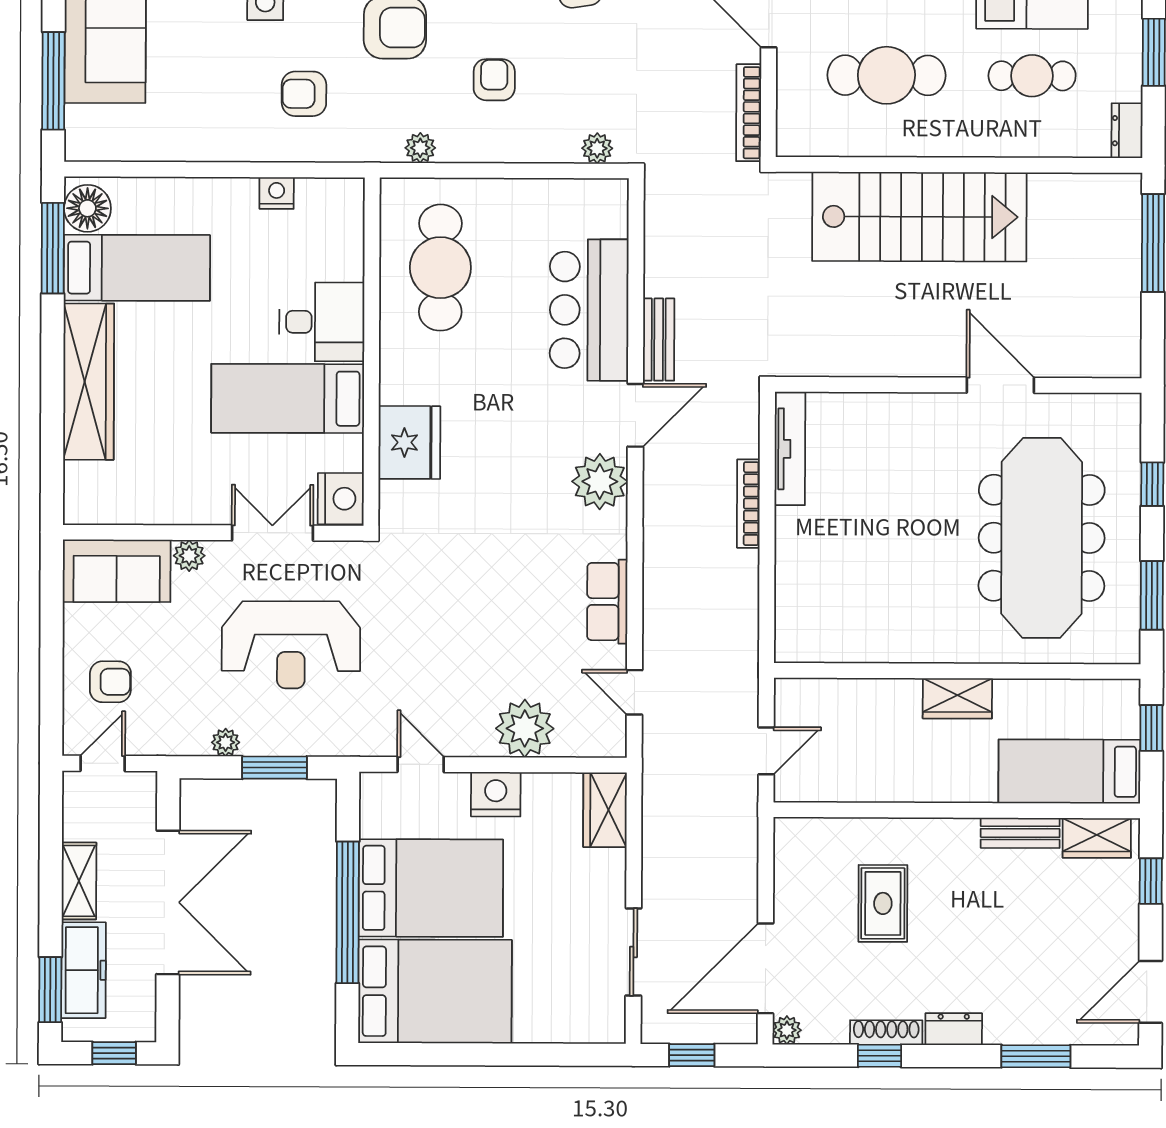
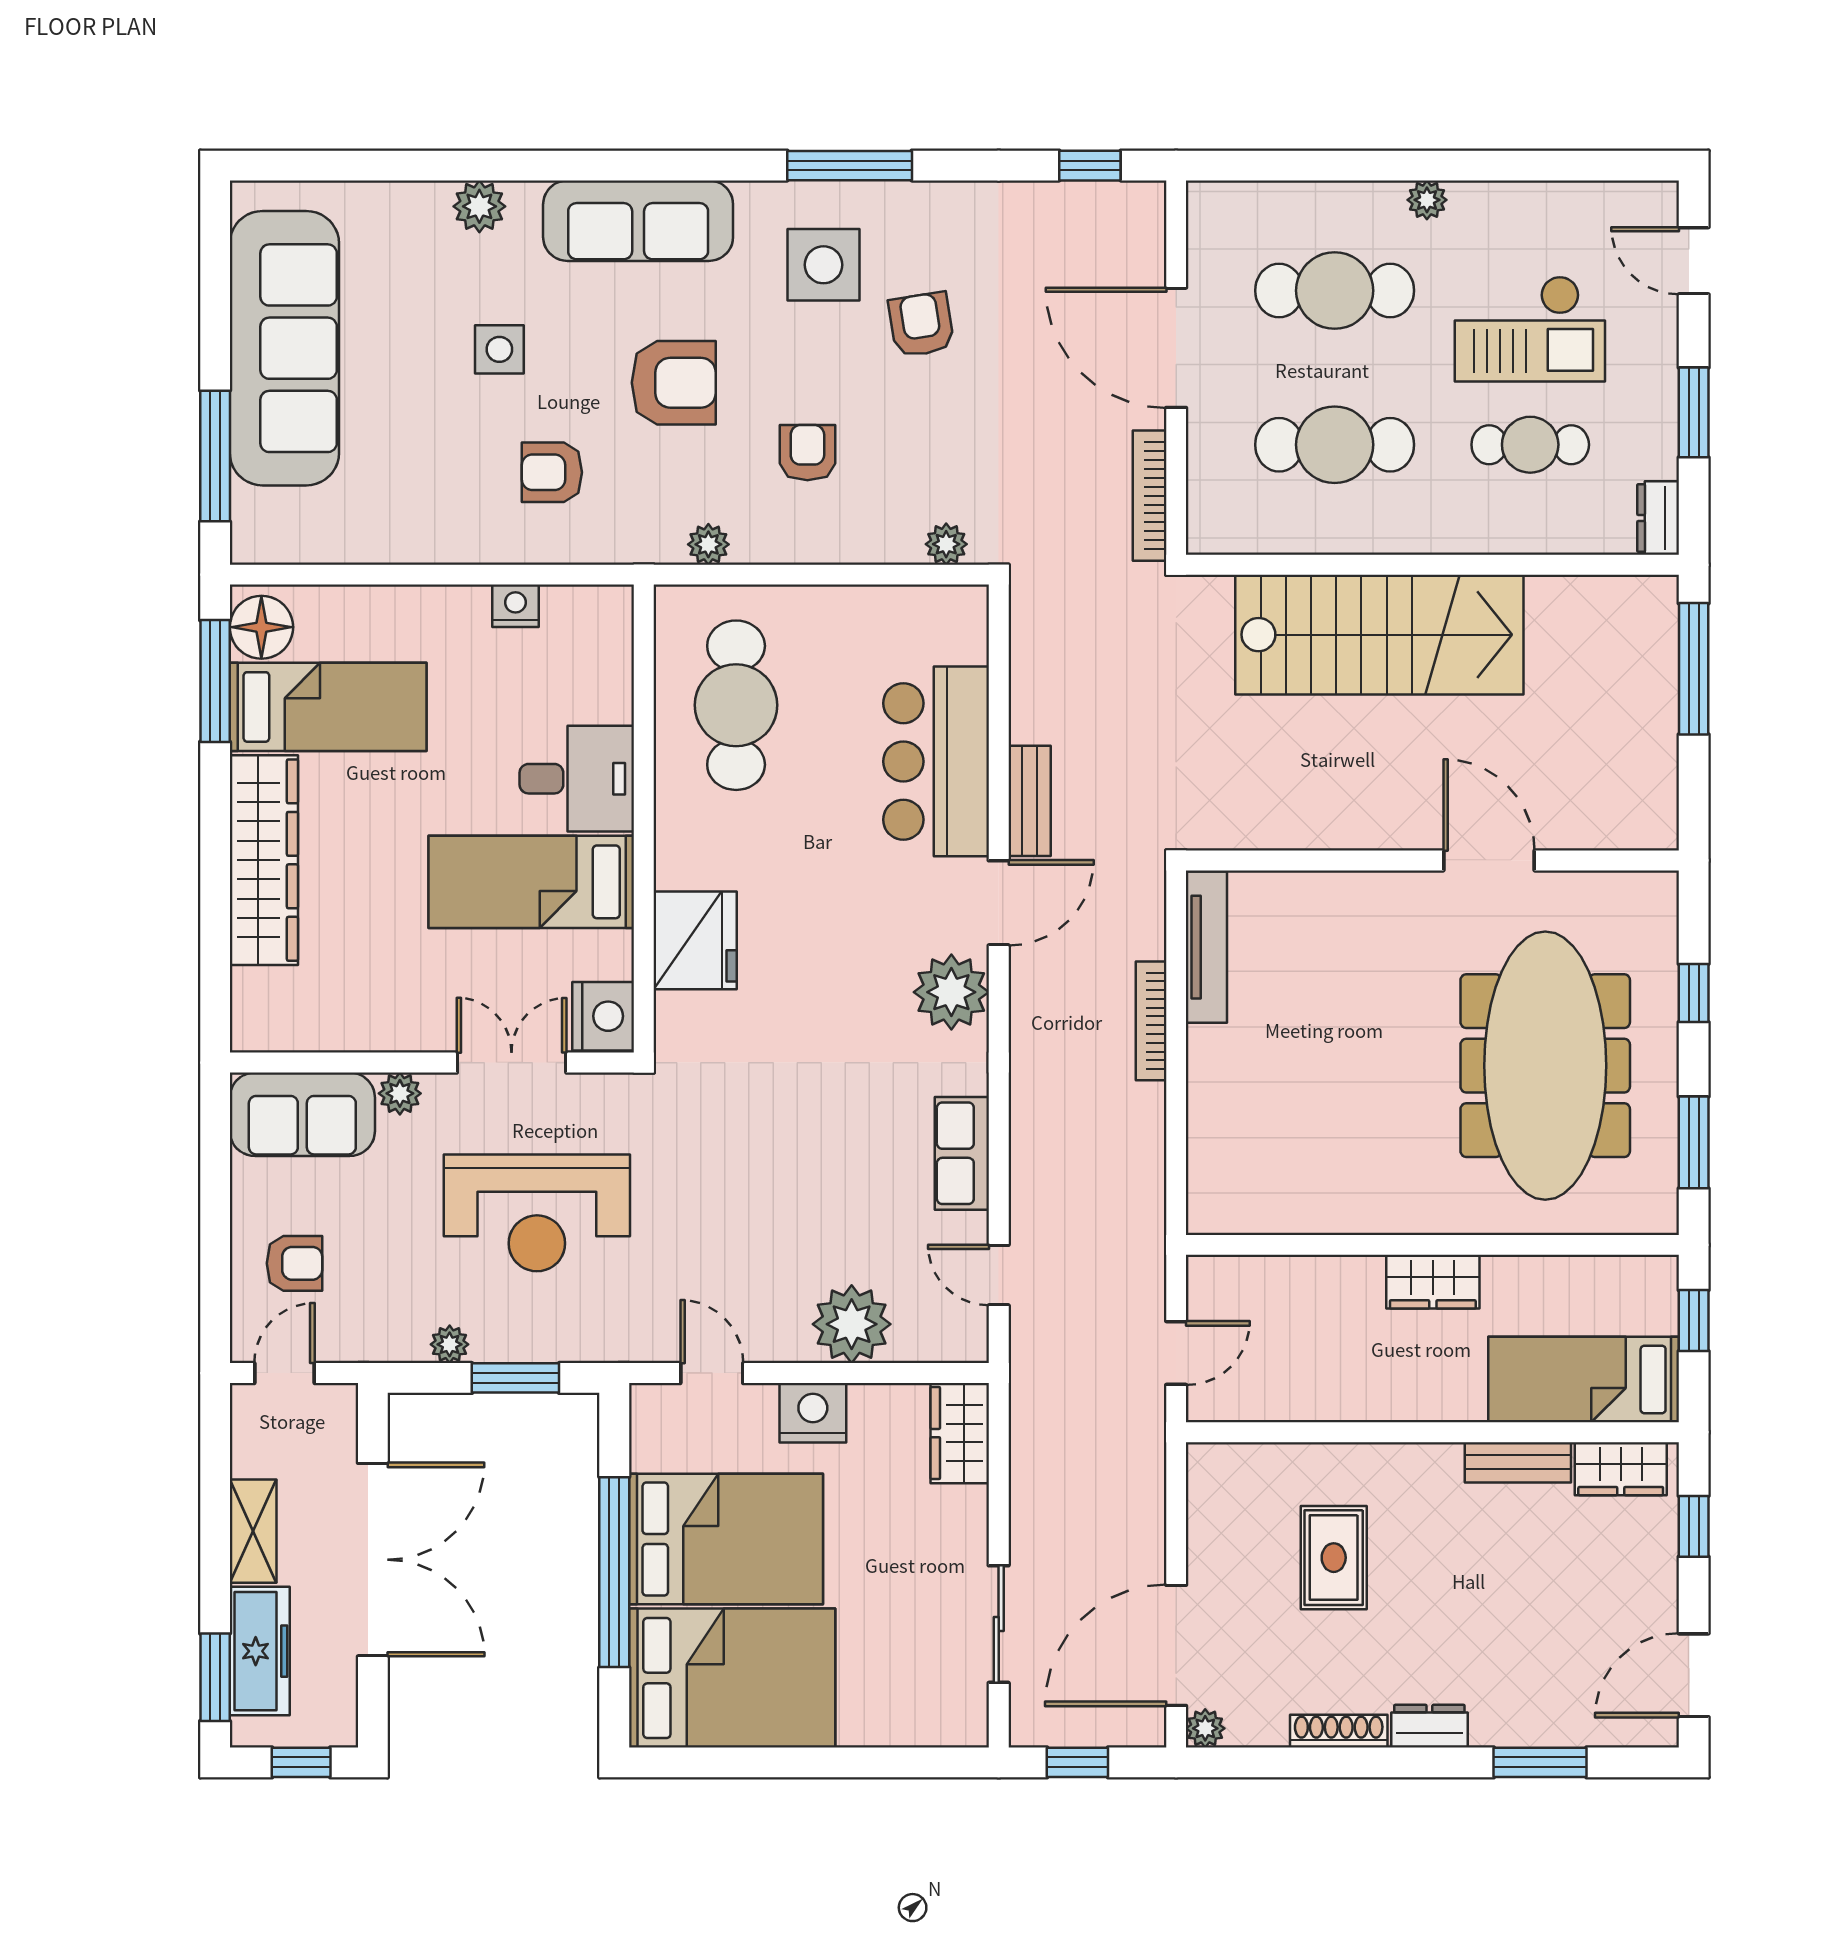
window: (879, 1056) -> (1330, 1762), removed

